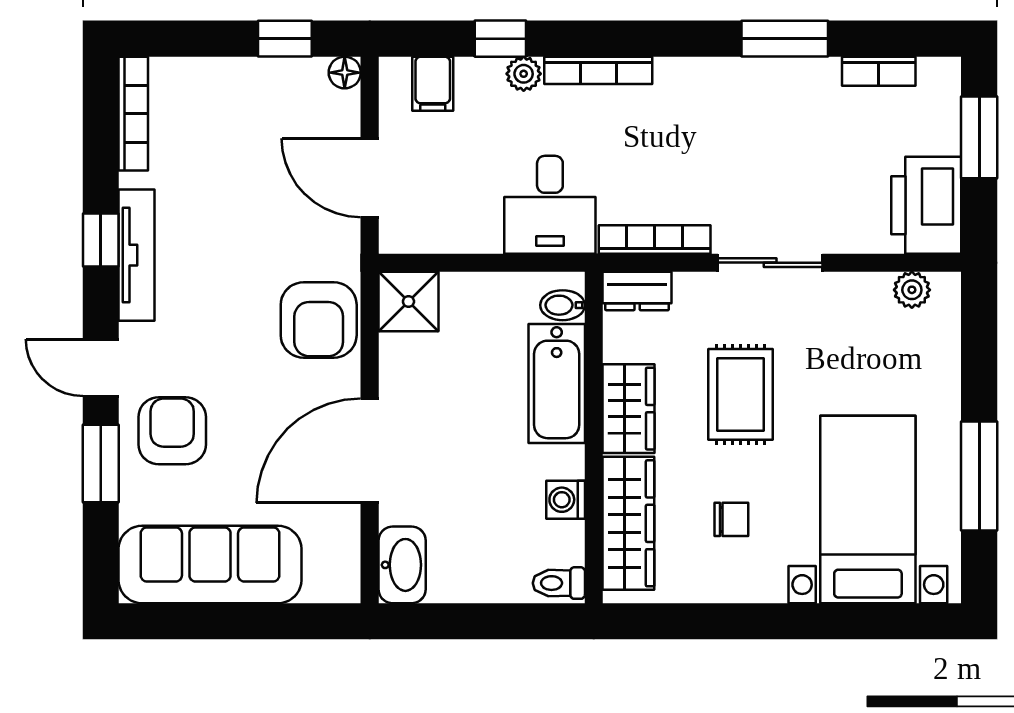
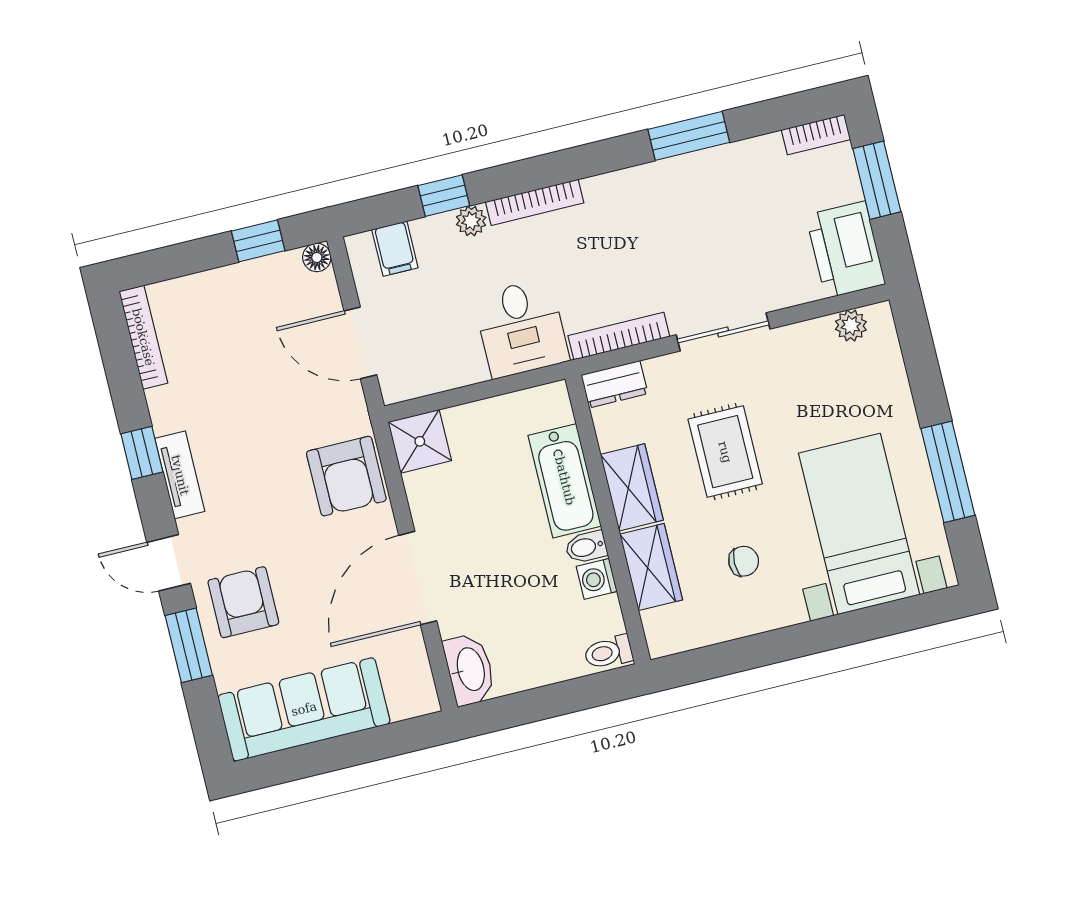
bookcase: (879, 71) -> (816, 135), moved
tv unit: (137, 255) -> (180, 475), width x0.71
bidet: (563, 305) -> (586, 547), moved
wardrobe: (628, 523) -> (651, 567), width x0.67

